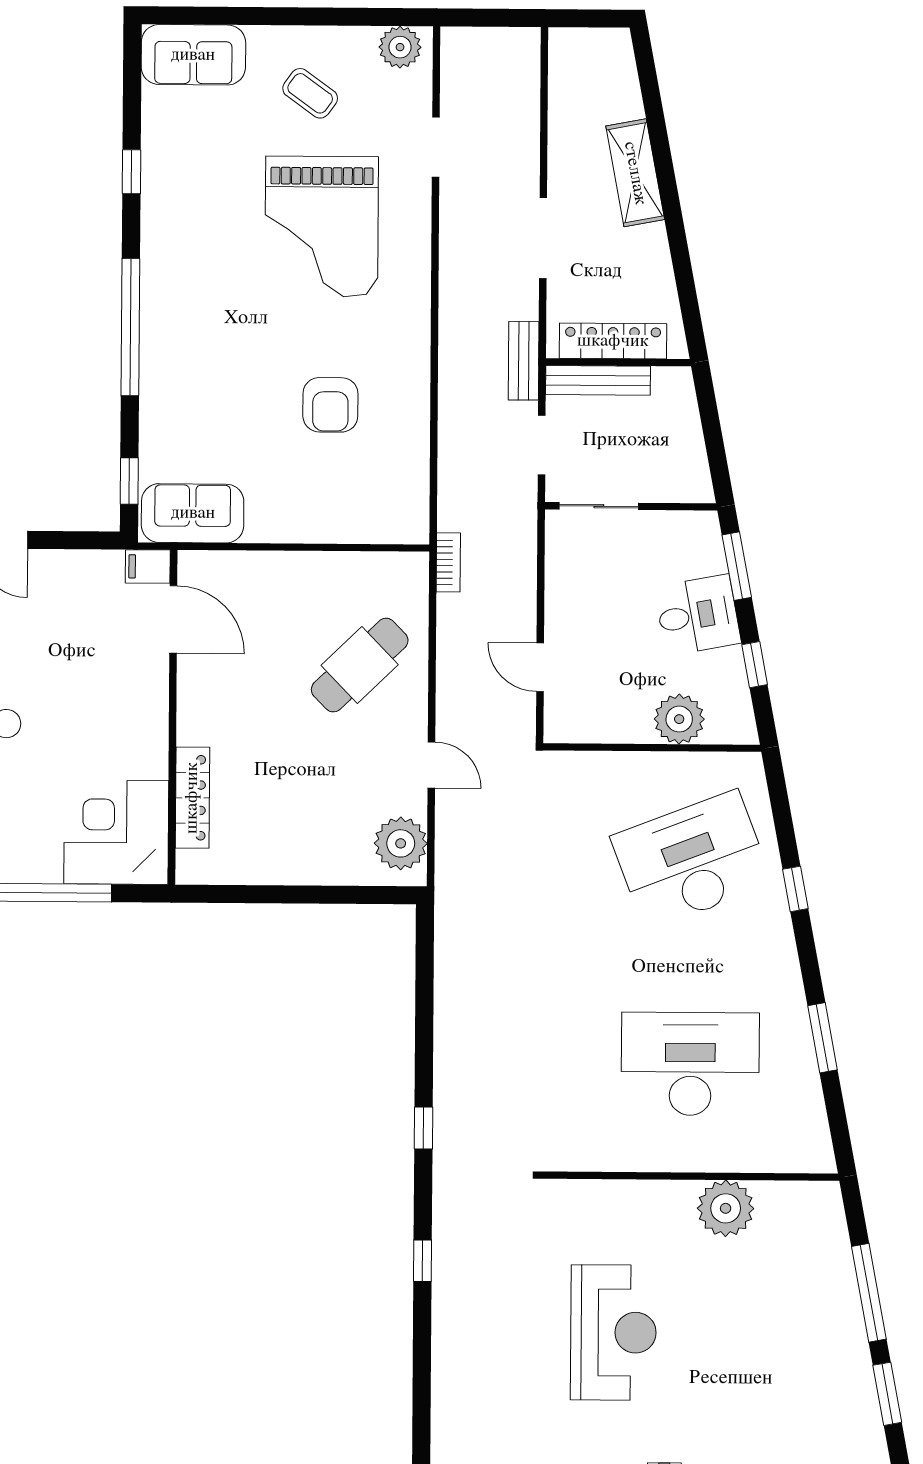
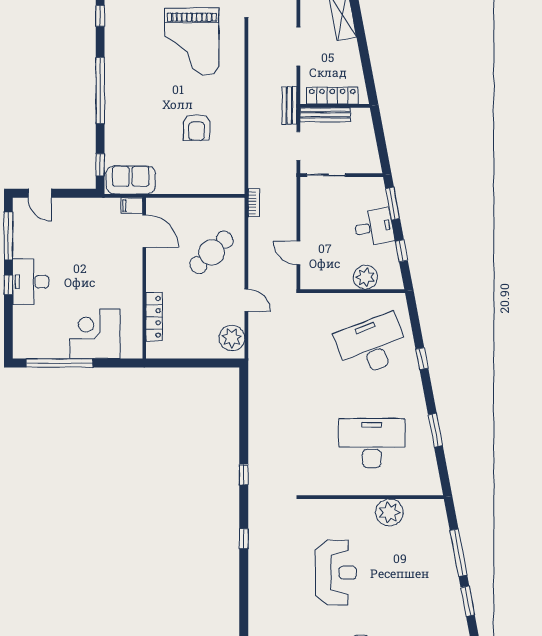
filing cabinet: (148, 566) -> (132, 206), moved
door: (173, 619) -> (144, 231), moved
wall: (173, 717) -> (144, 278), moved
locker: (192, 798) -> (154, 317), moved

